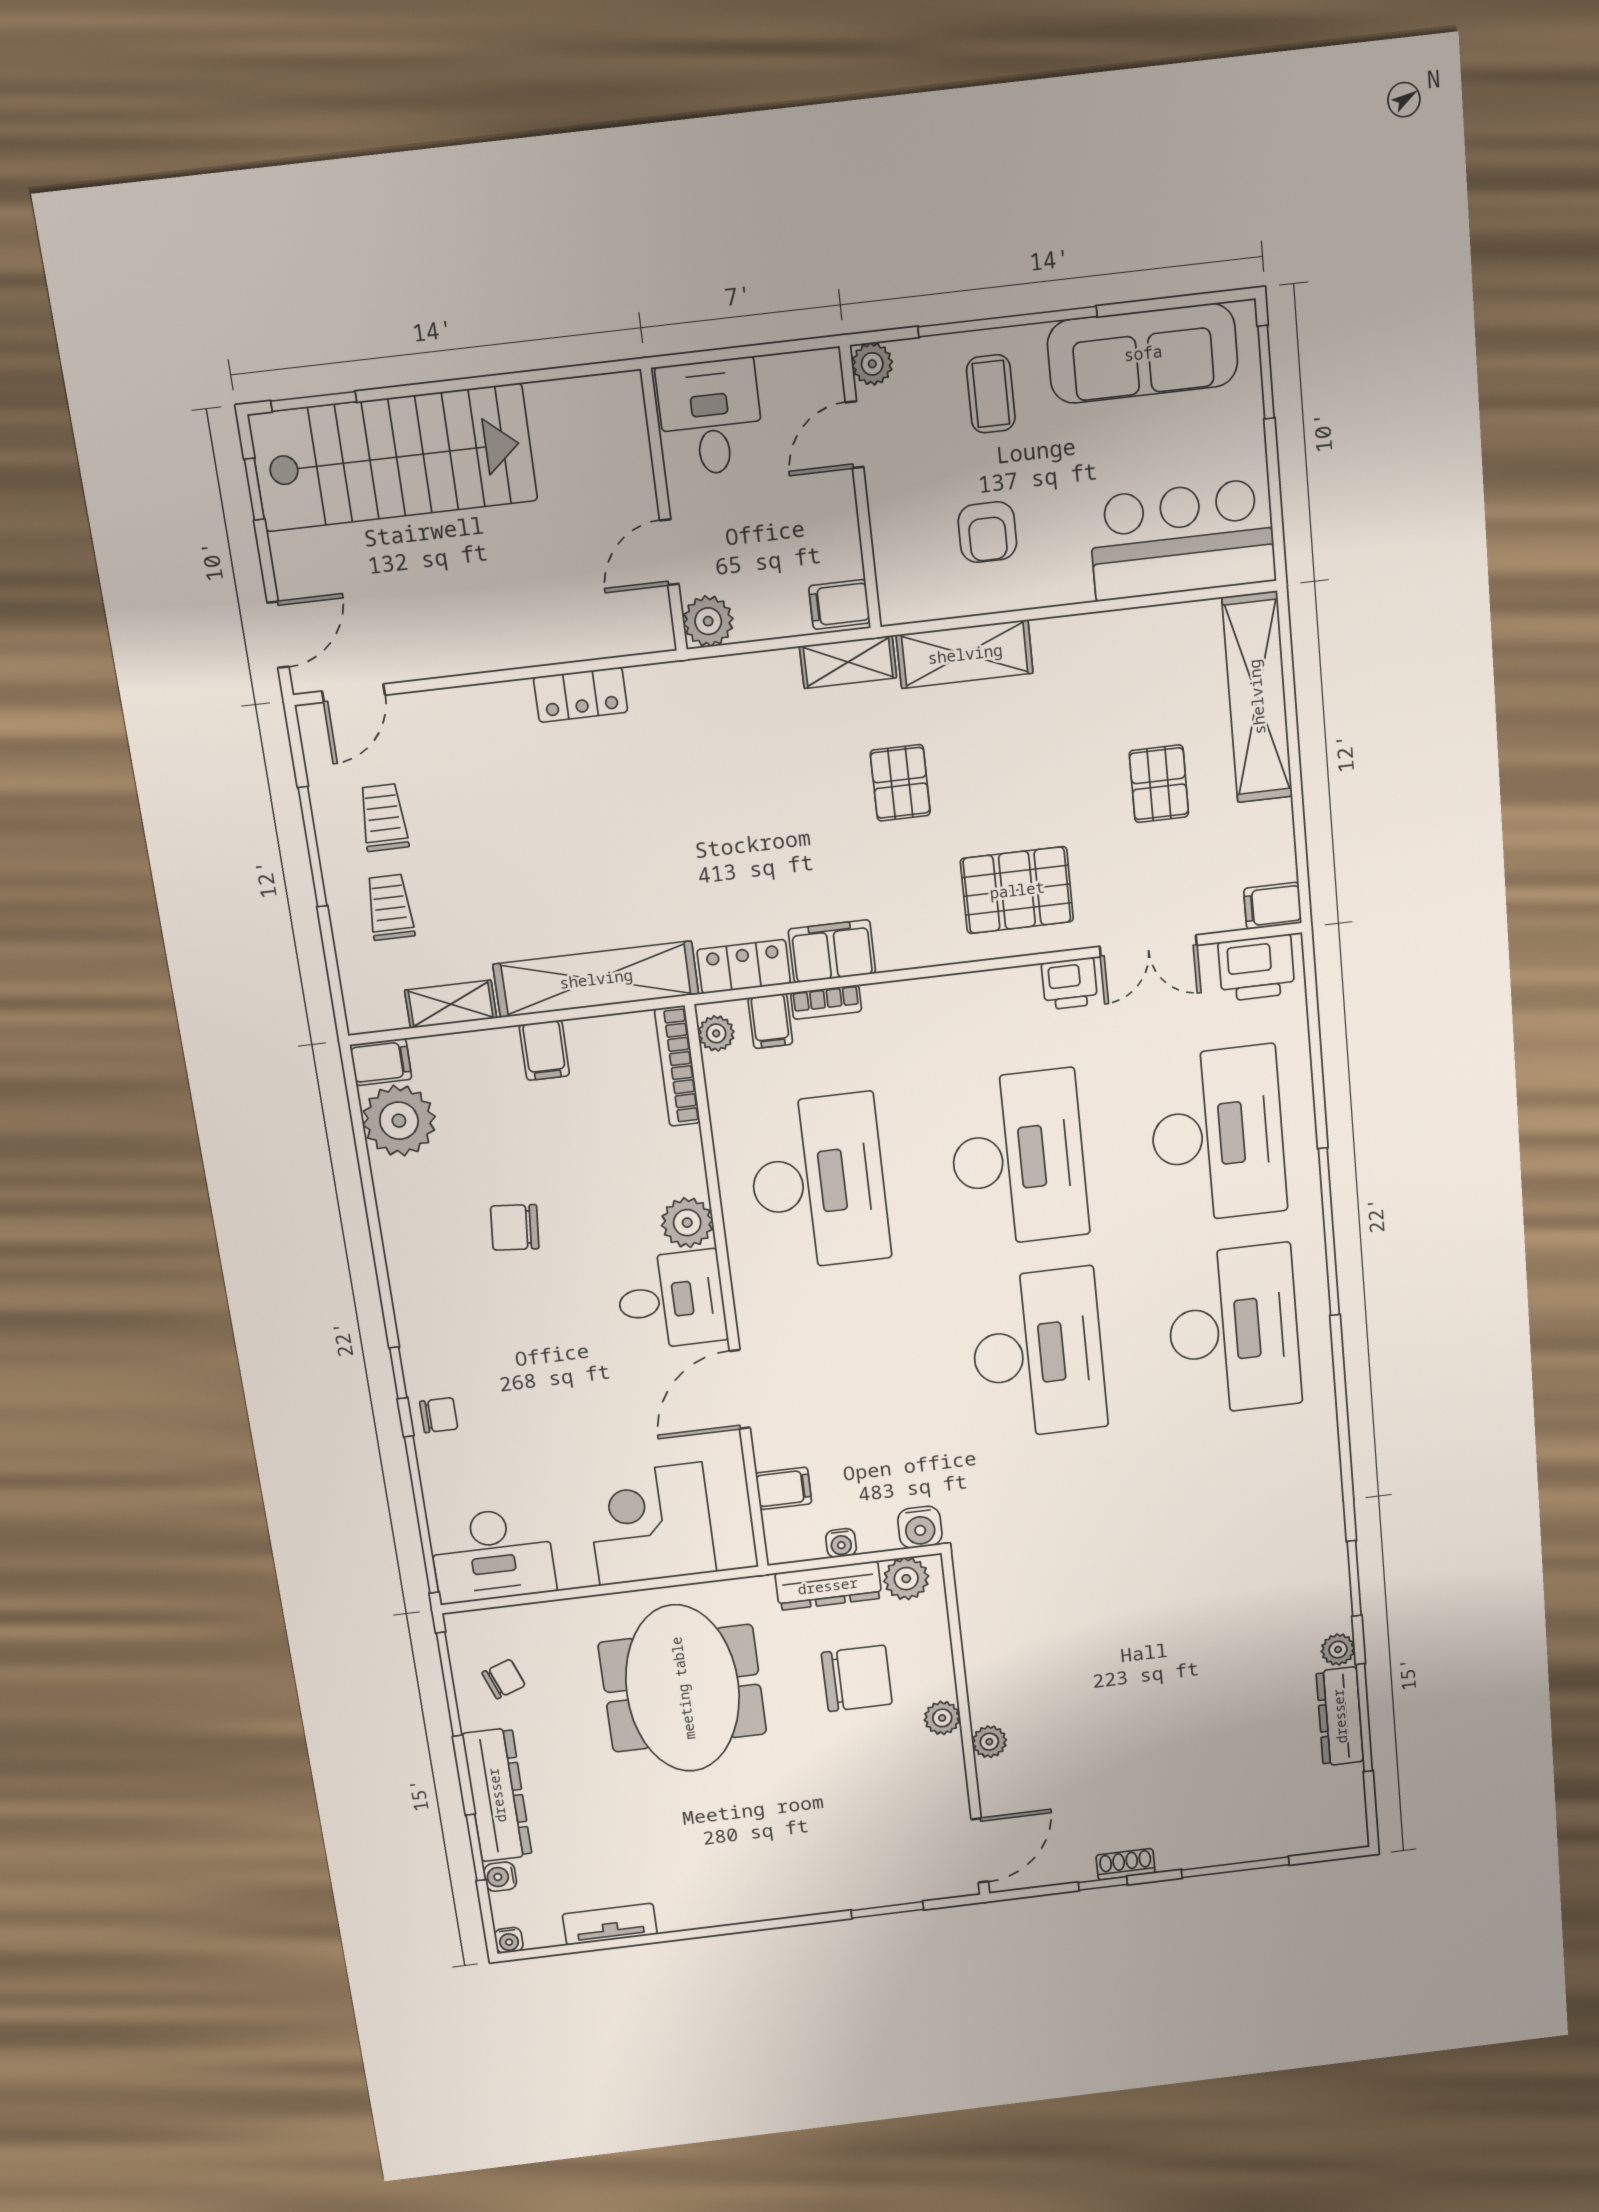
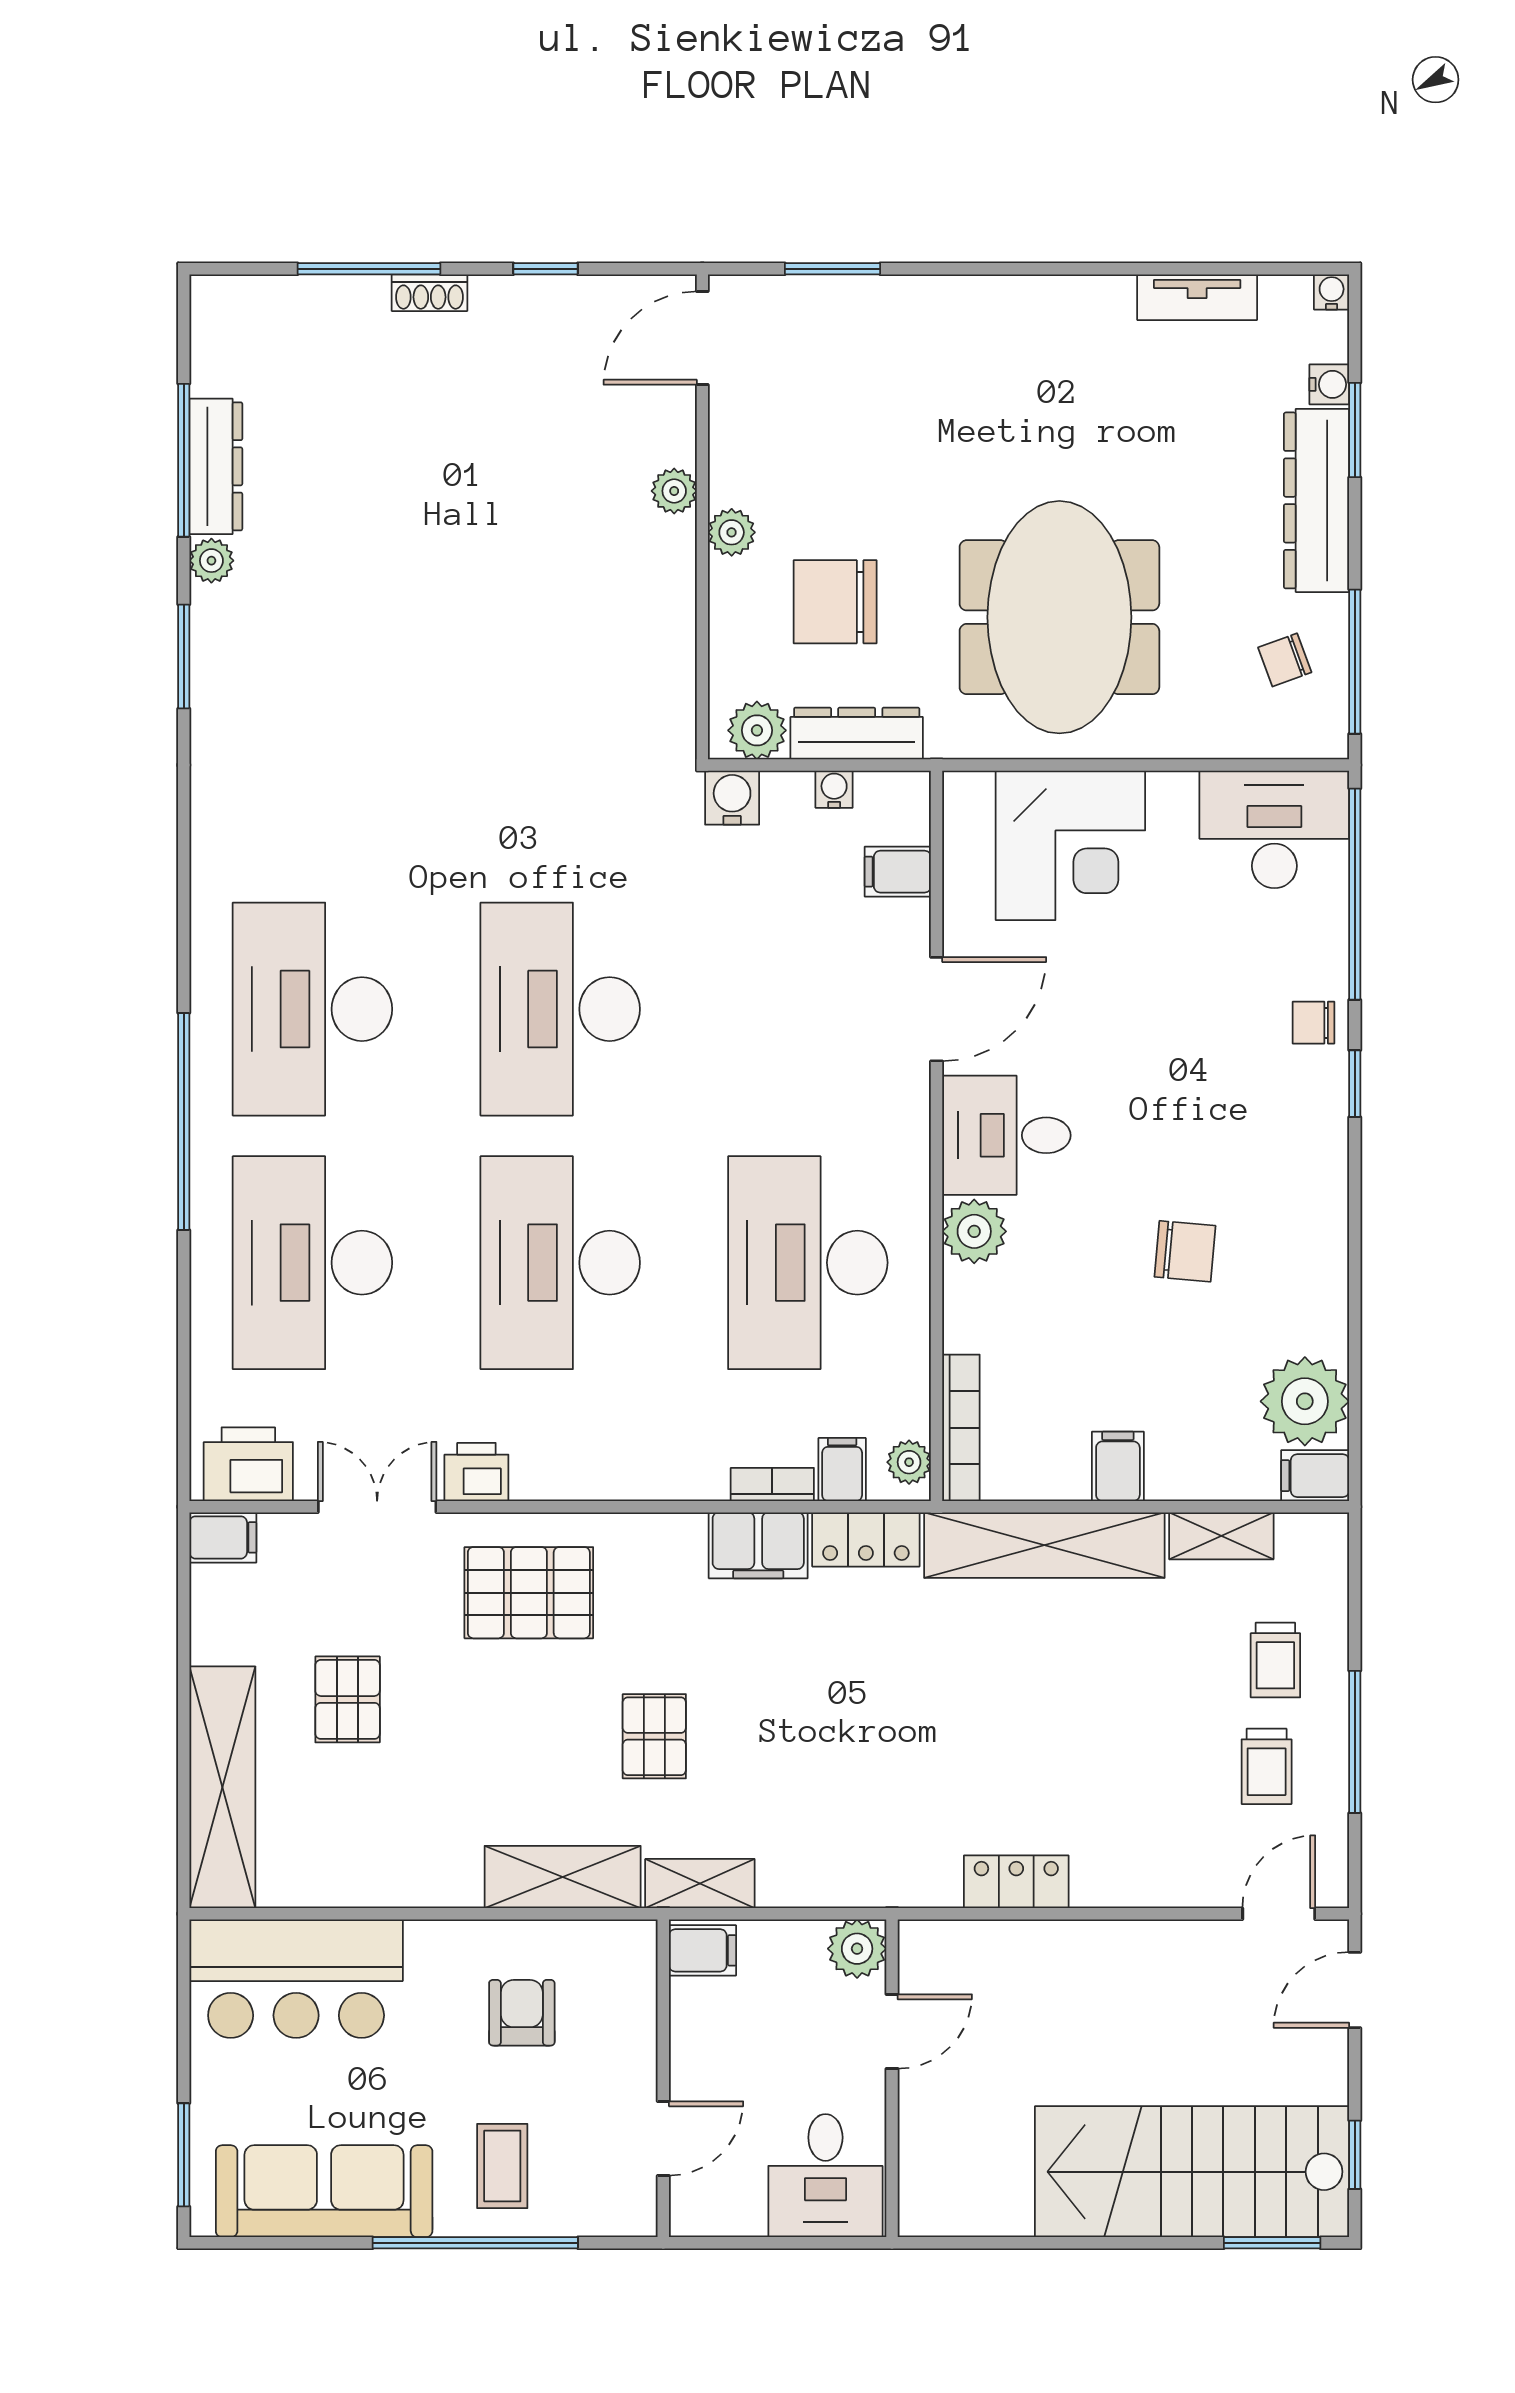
plant: (872, 364) -> (634, 2214), removed
shoe rack: (1126, 1864) -> (430, 293), moved

